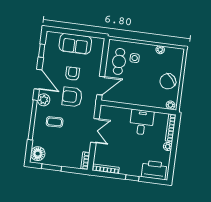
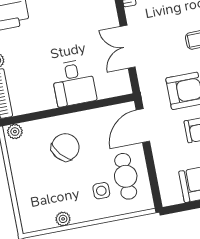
chair: (168, 81) -> (65, 147), moved
desk: (142, 122) -> (74, 83), moved

